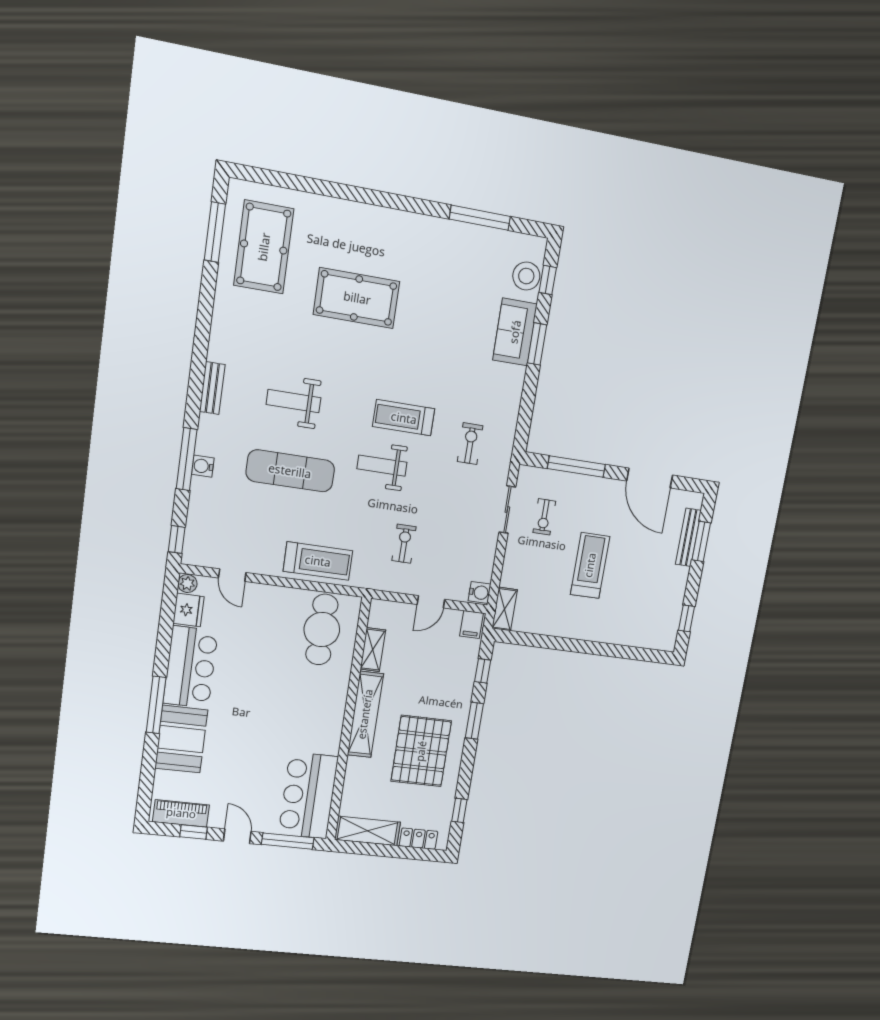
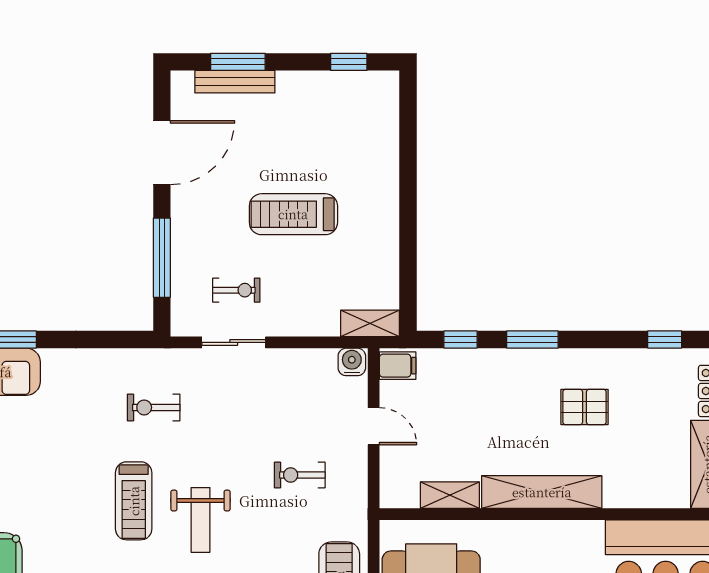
pallet: (421, 751) -> (584, 407), width x0.49, depth x0.50

